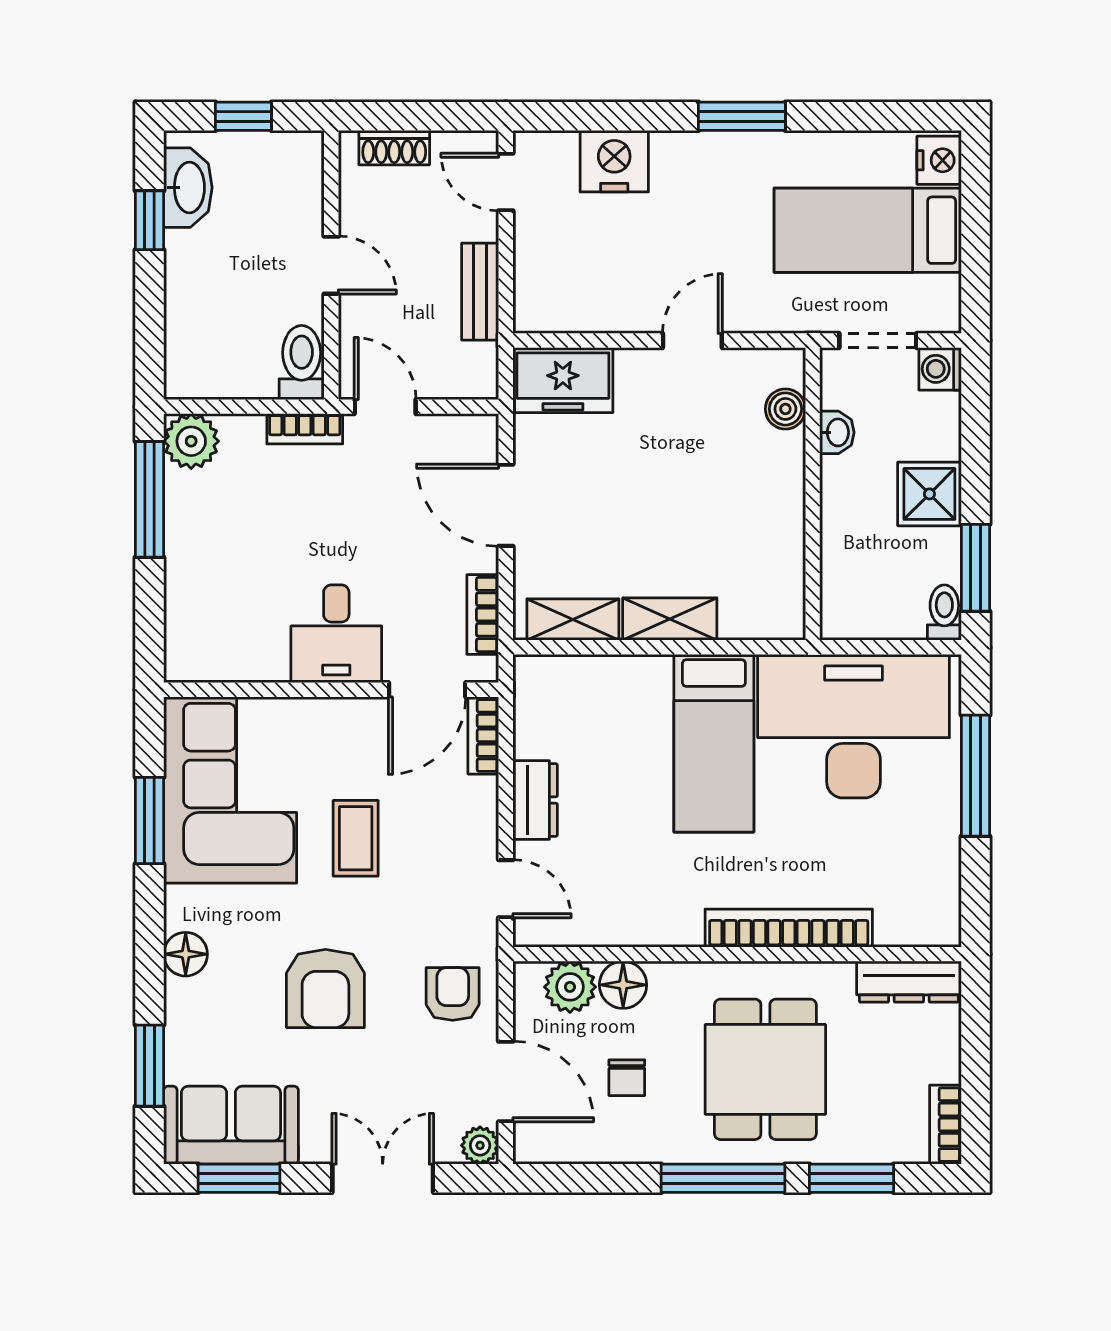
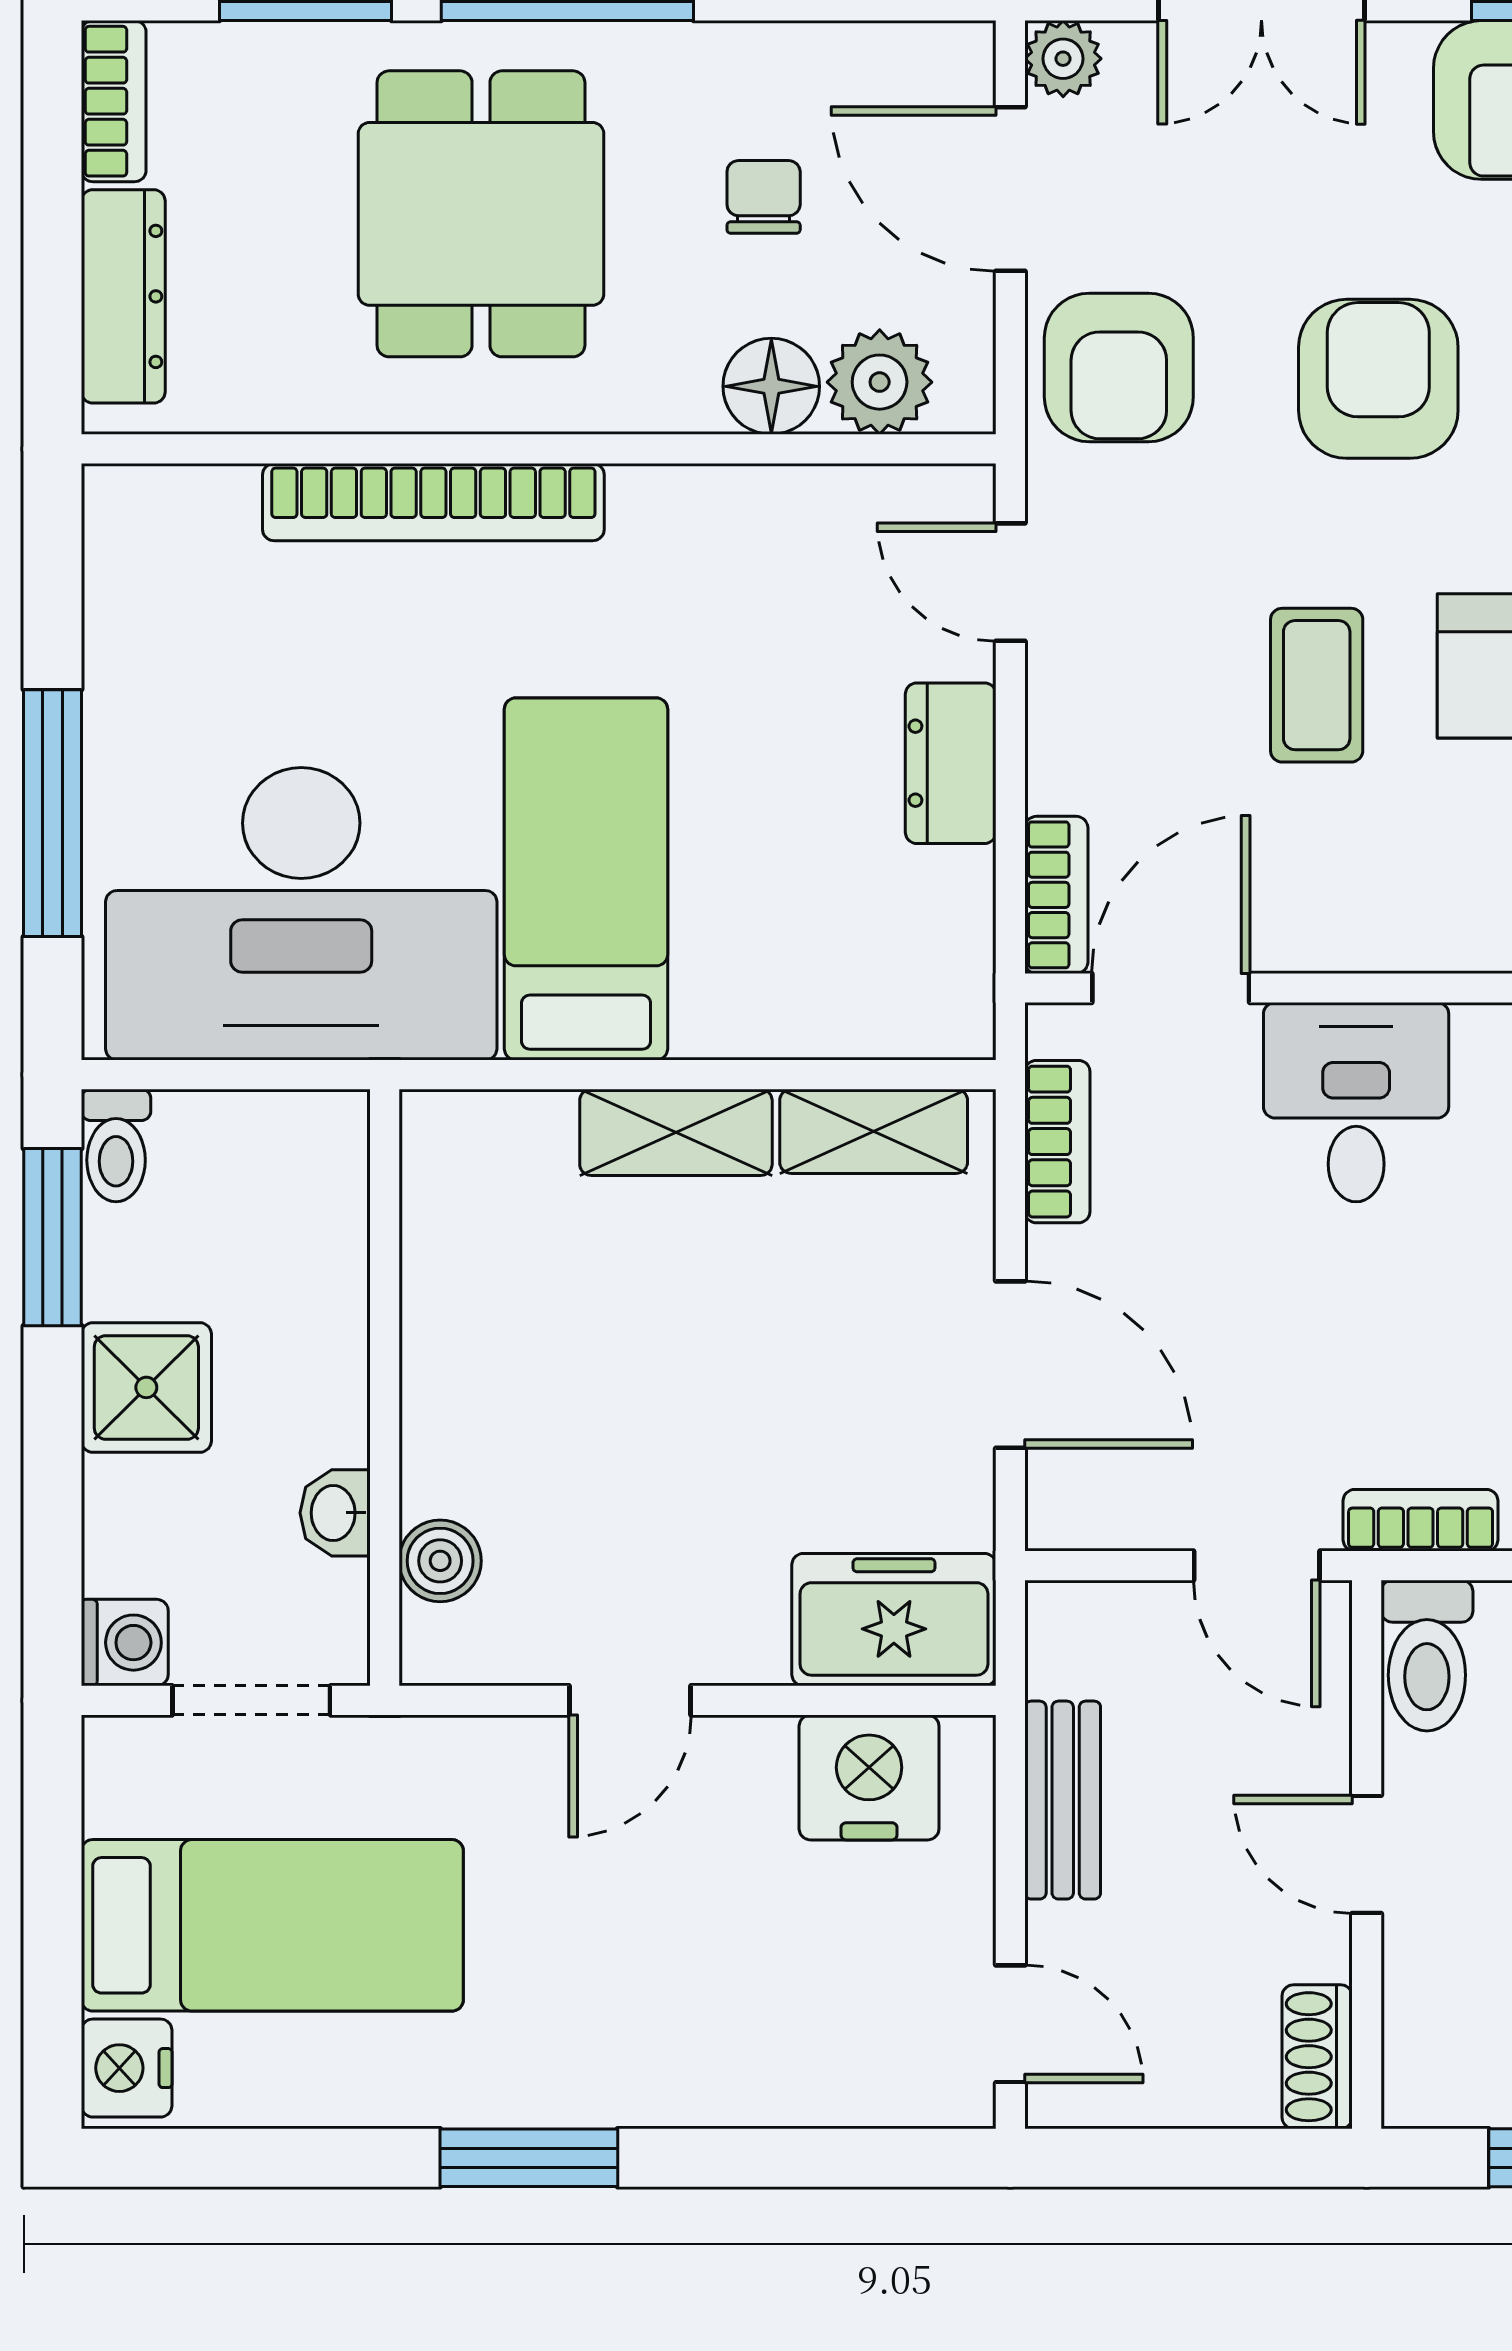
shoe rack: (394, 148) -> (1317, 2057), moved, turned -90
nightstand: (614, 161) -> (869, 1777), moved, turned 180
dresser: (909, 982) -> (123, 296), moved, turned 90
armchair: (453, 994) -> (1119, 367), width x1.38, depth x1.38

